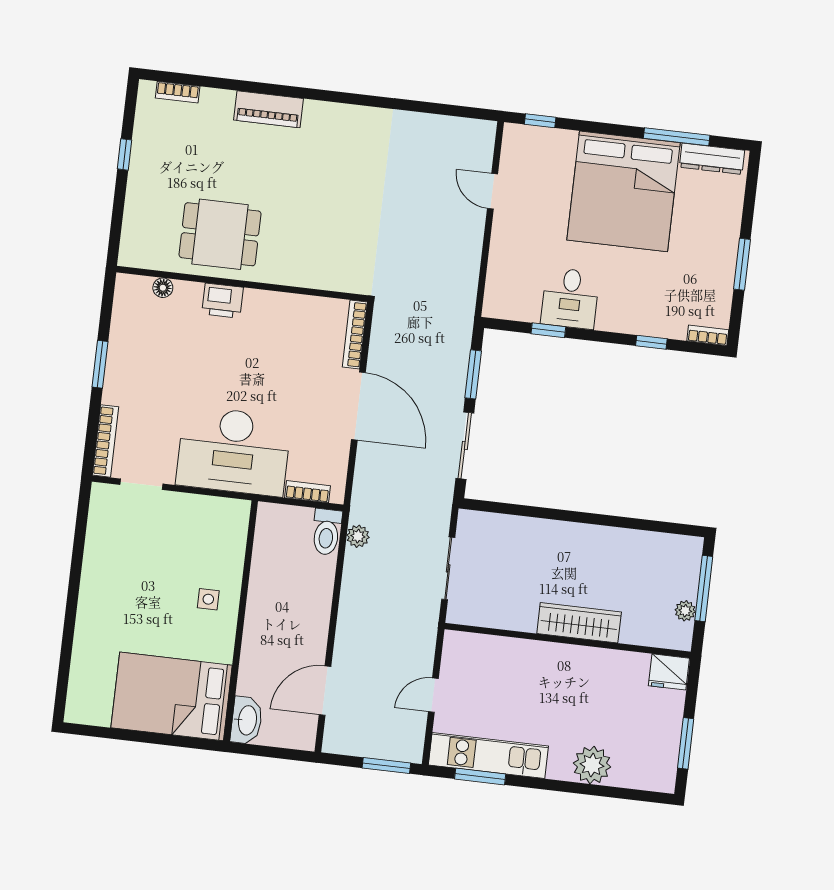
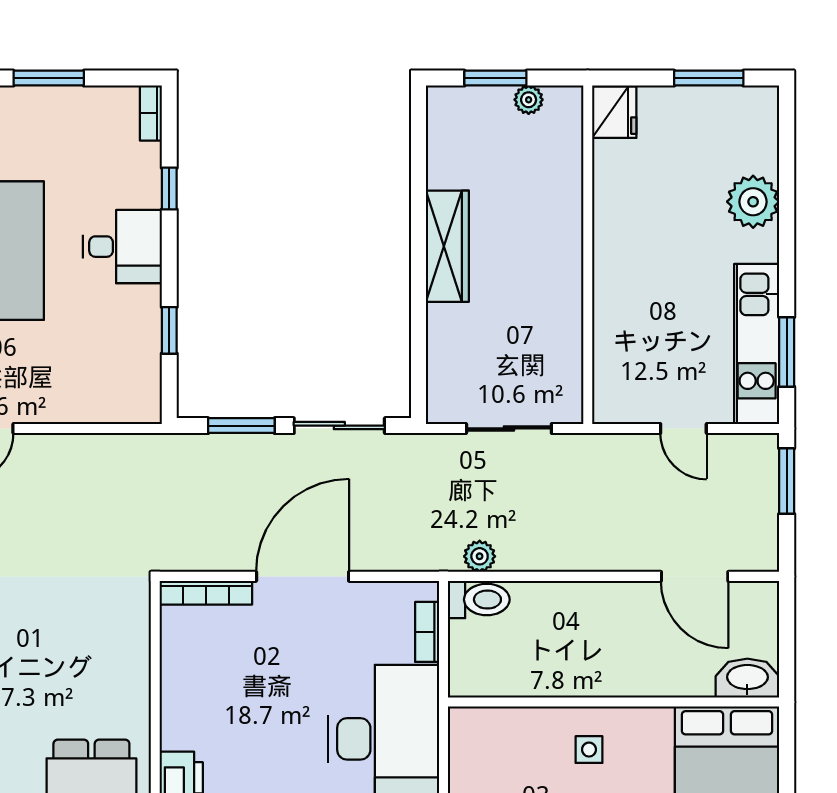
desk: (570, 298) -> (122, 247), moved
window: (704, 588) -> (495, 78), width x0.69
wardrobe: (579, 623) -> (447, 246), moved, turned 180

